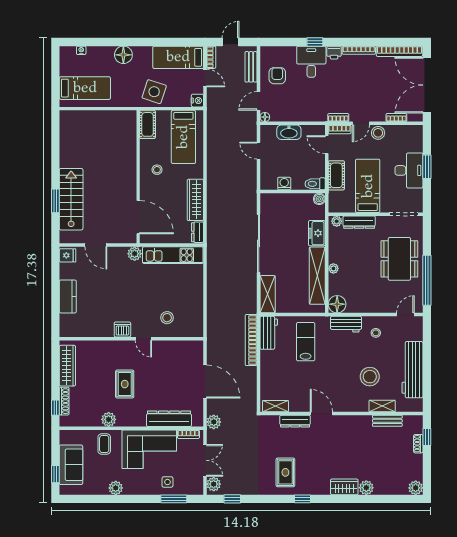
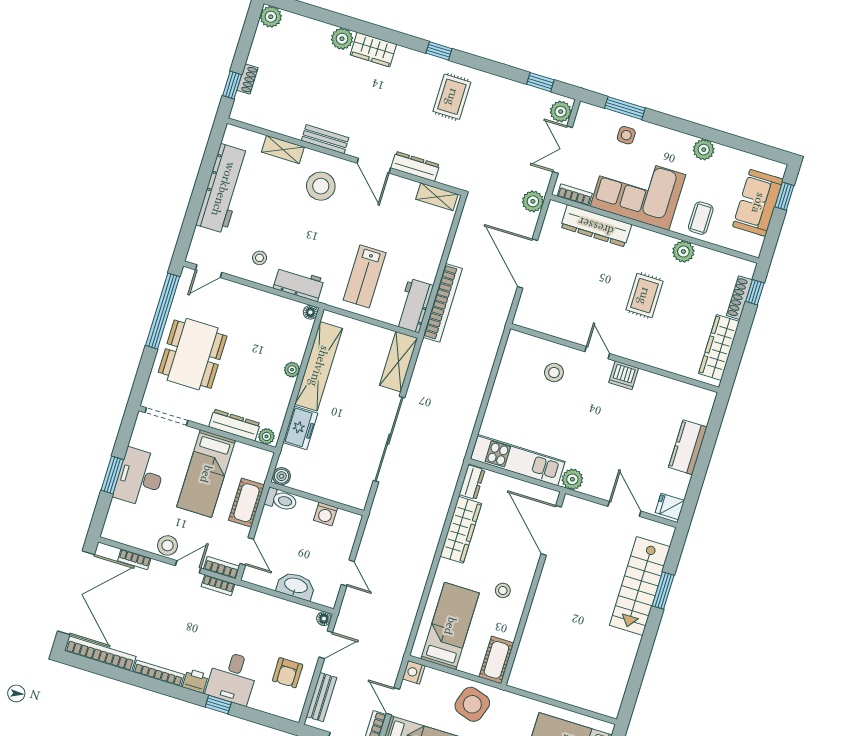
floor lamp: (337, 304) -> (310, 312), width x0.53, depth x0.53
stool: (370, 377) -> (321, 186), moved
bench: (387, 421) -> (325, 139), moved

